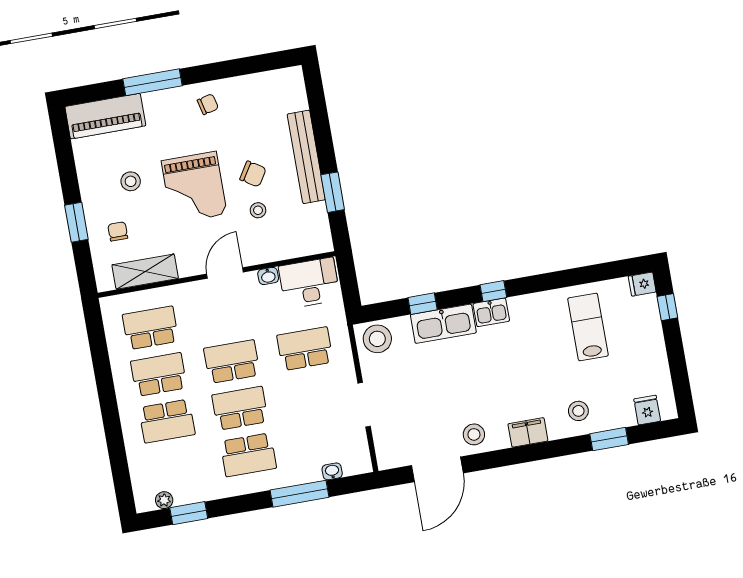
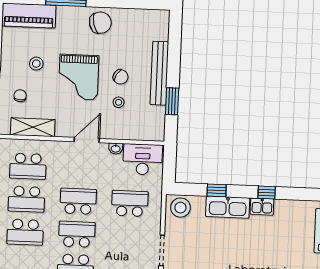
chair: (208, 104) -> (100, 23), width x1.87, depth x1.87
school desk: (151, 328) -> (28, 166), turned 180
school desk: (159, 374) -> (27, 199), turned 180

